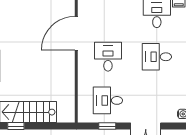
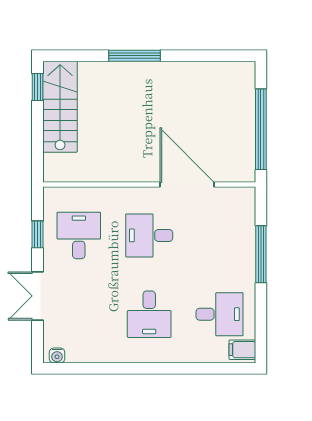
desk: (108, 57) -> (149, 235), turned 180
desk: (157, 57) -> (149, 314), turned 180

